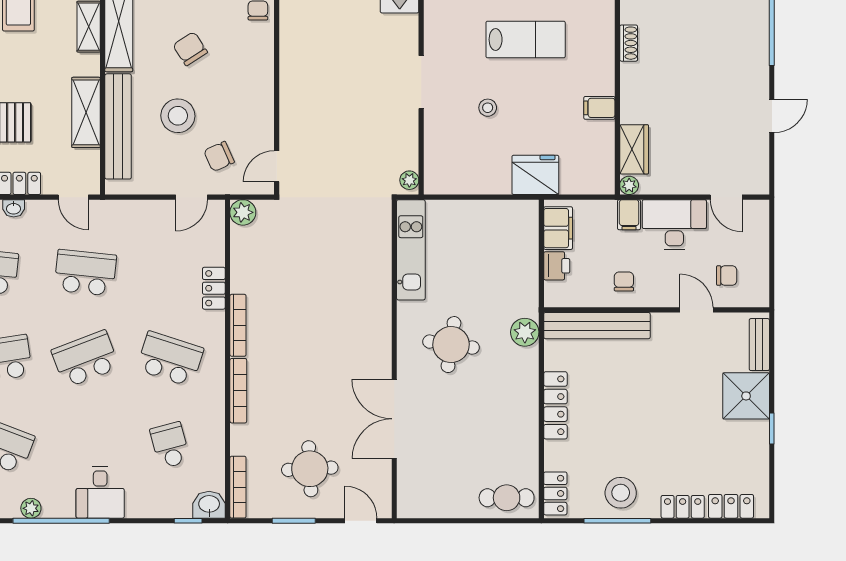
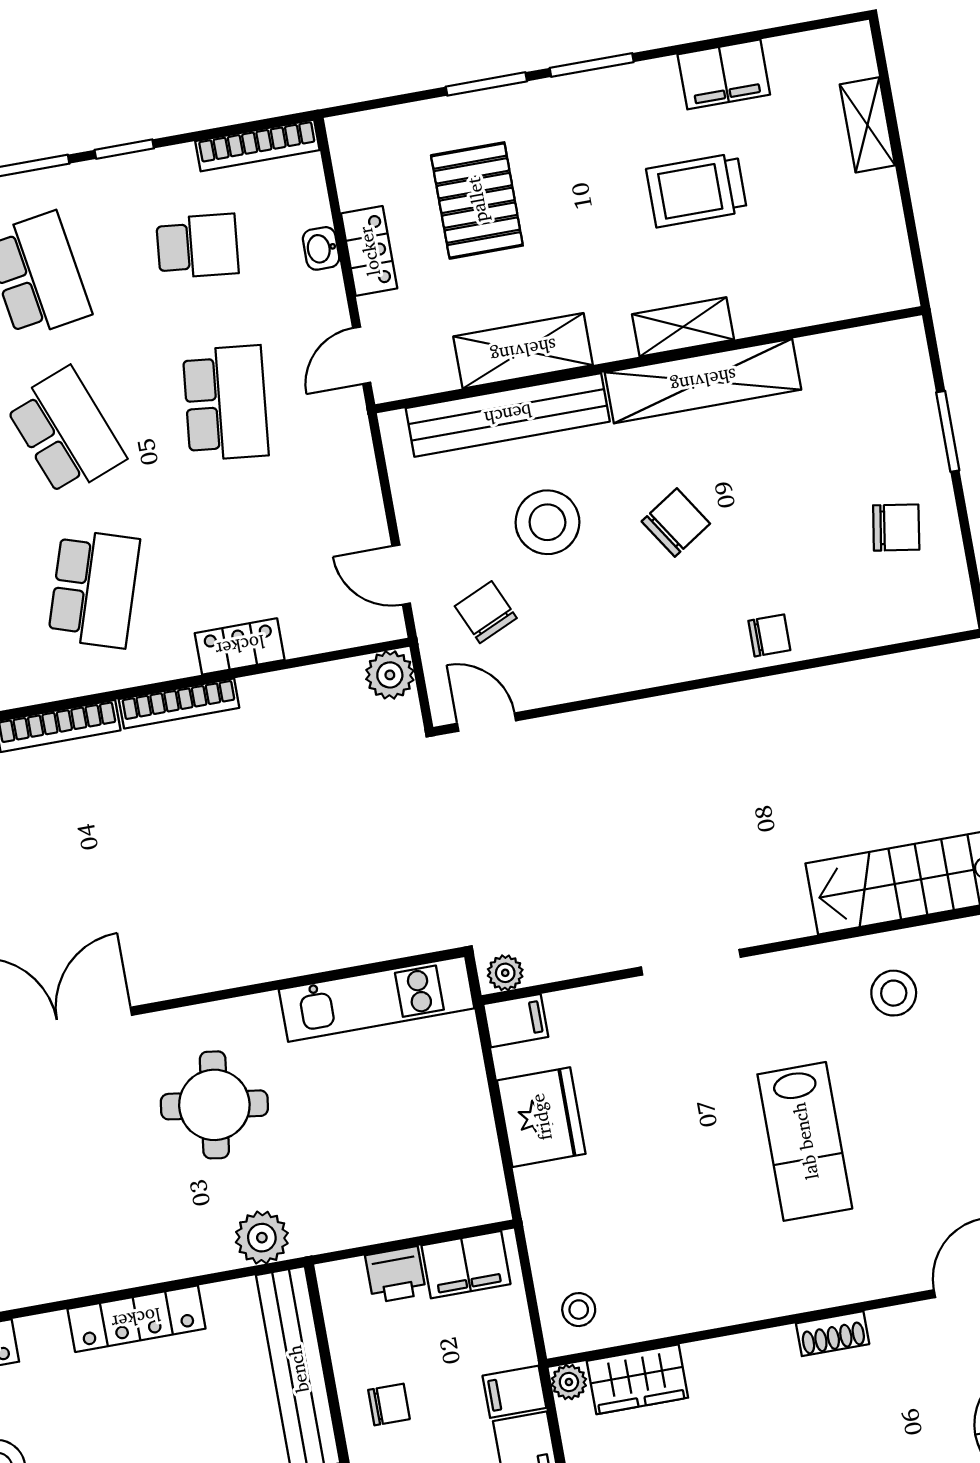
stool: (488, 108) -> (579, 1310), moved
filing cabinet: (599, 108) -> (516, 1021), moved, turned 90
fridge: (535, 175) -> (541, 1117), moved

